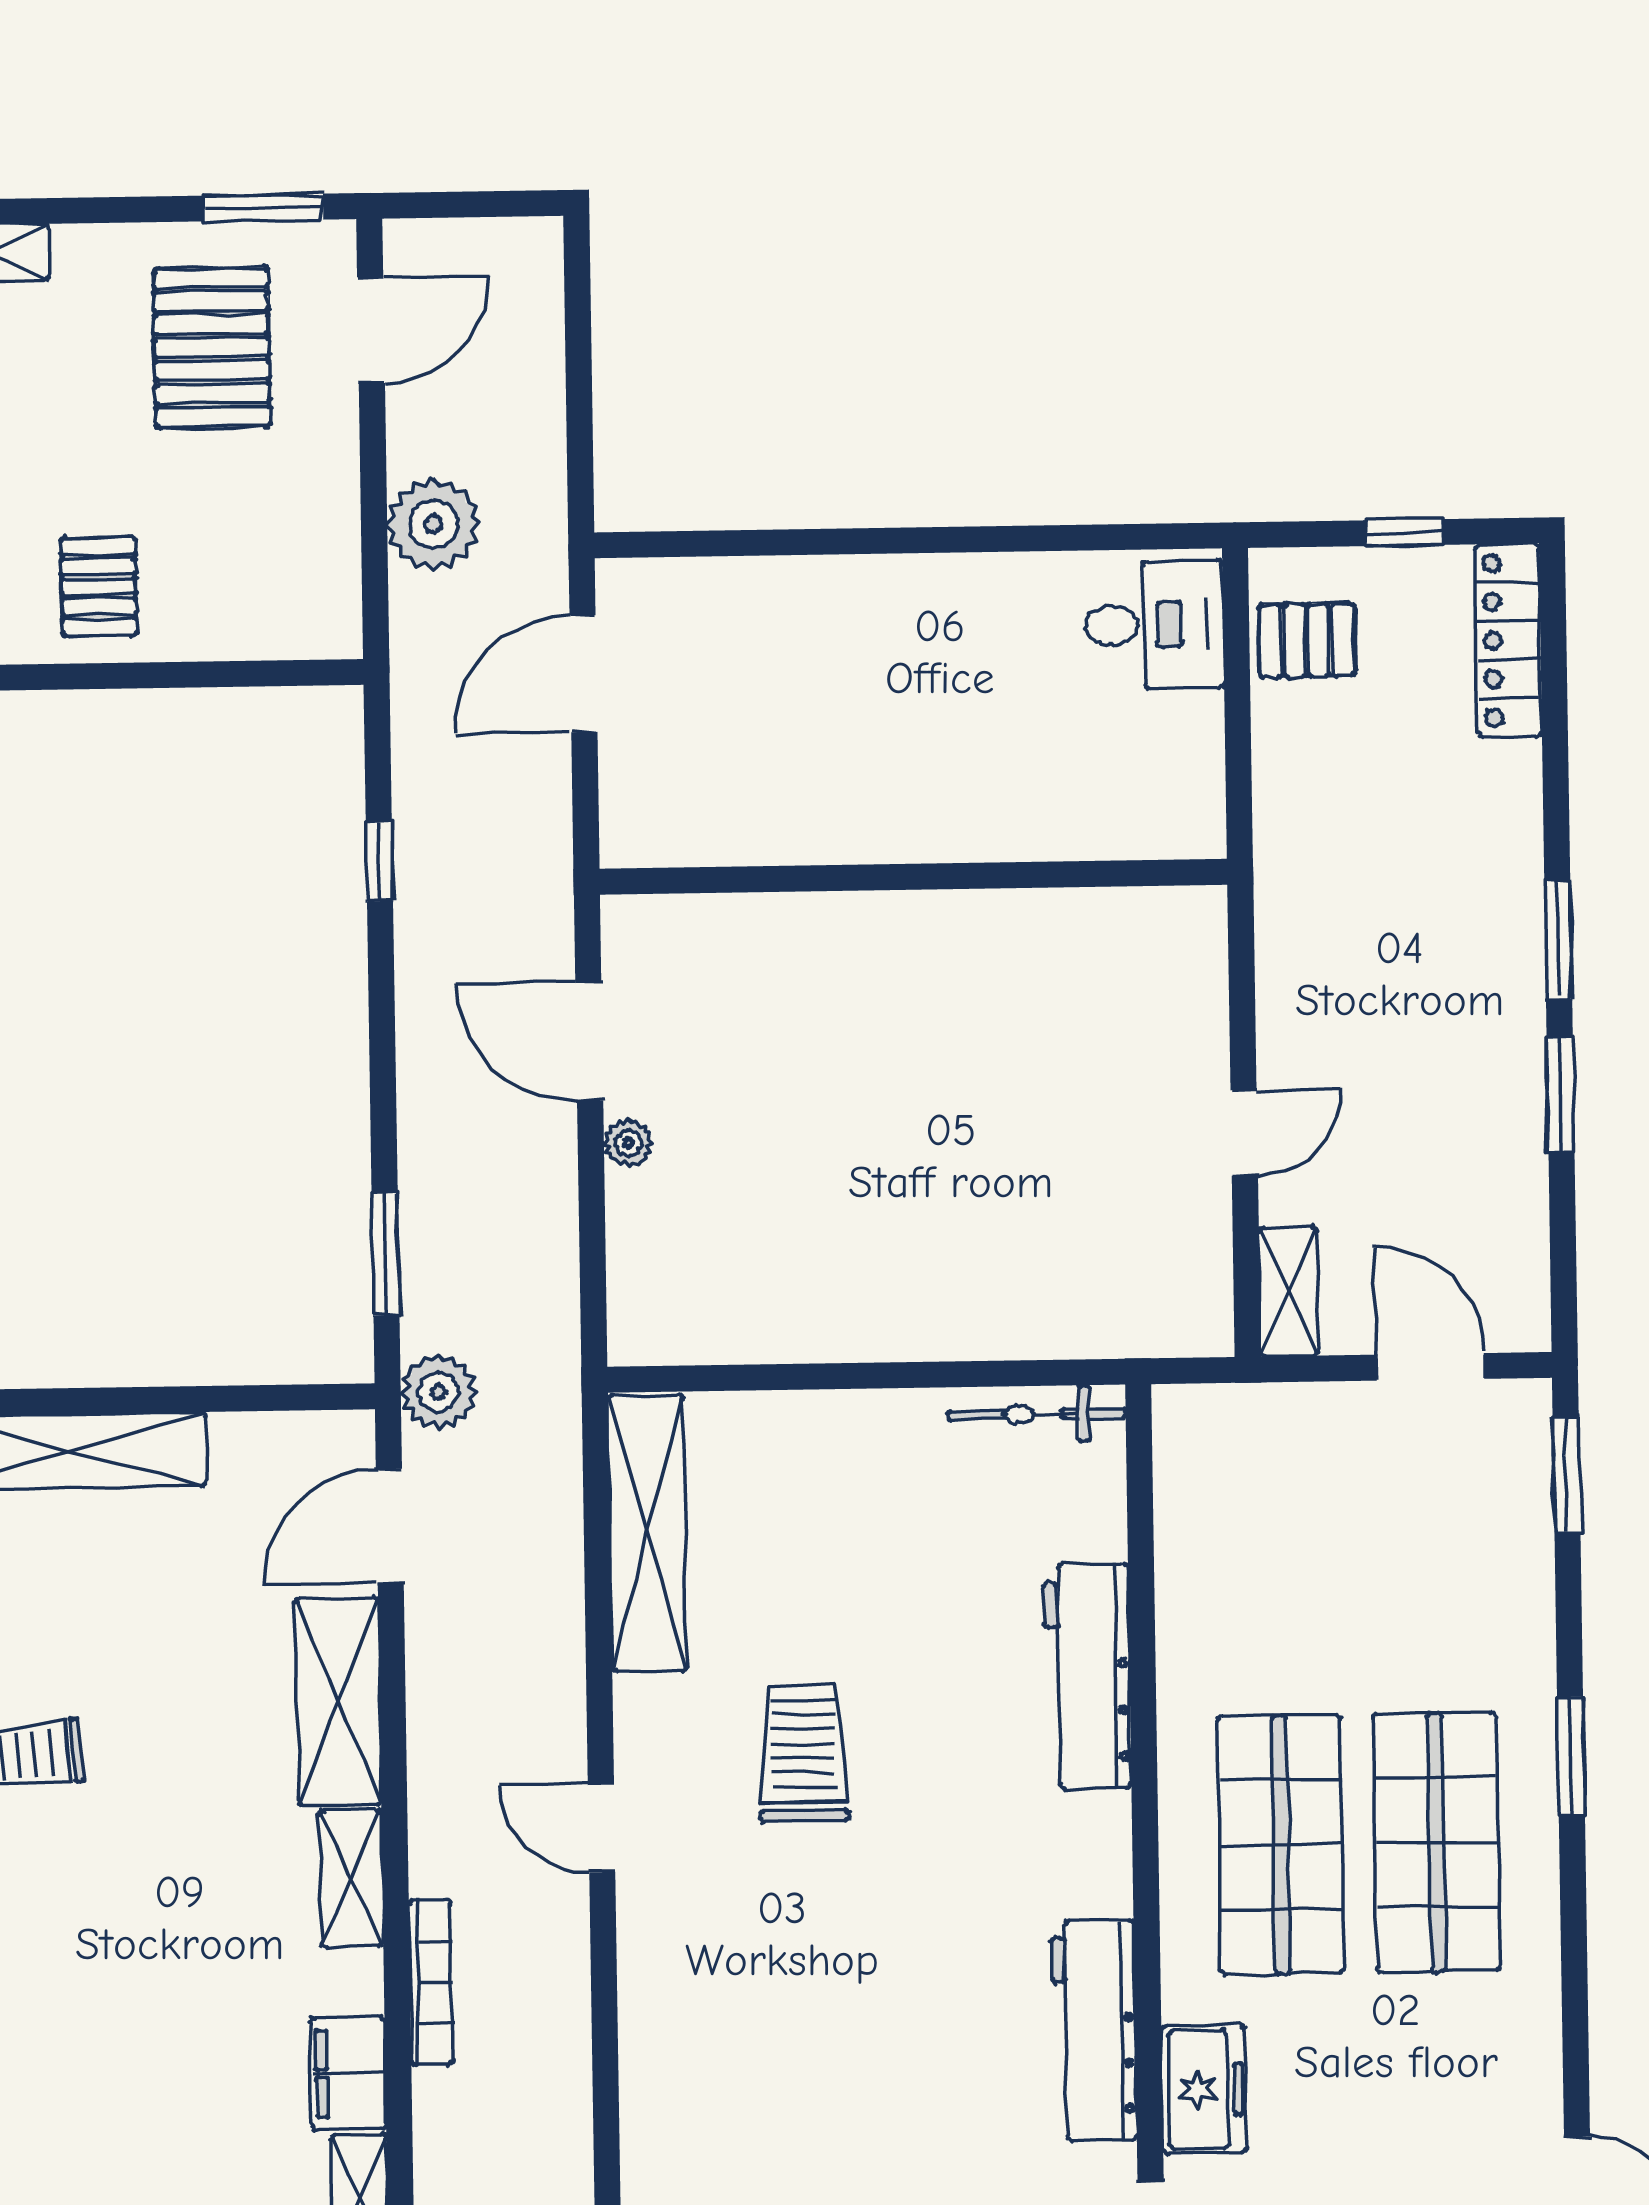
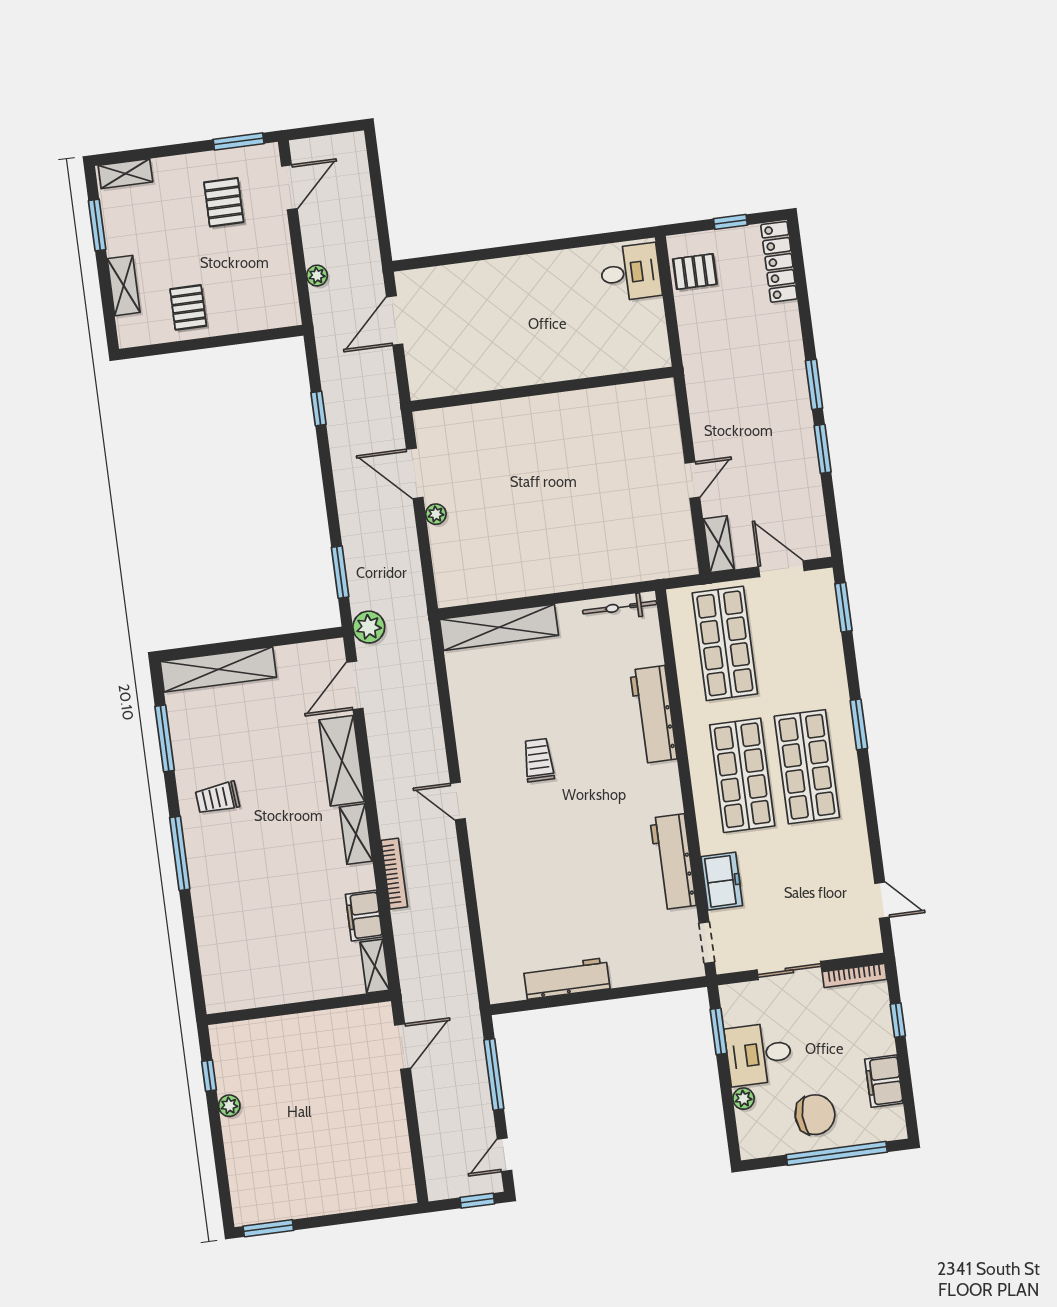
pallet: (212, 347) -> (224, 202), width x0.67, depth x0.71
plant: (433, 524) -> (317, 276), width x0.53, depth x0.53
shop shelf: (1276, 1528) -> (725, 643), added
shelving: (648, 1533) -> (499, 627), moved, turned 90
trolley: (803, 1753) -> (539, 760), width x0.73, depth x0.72

